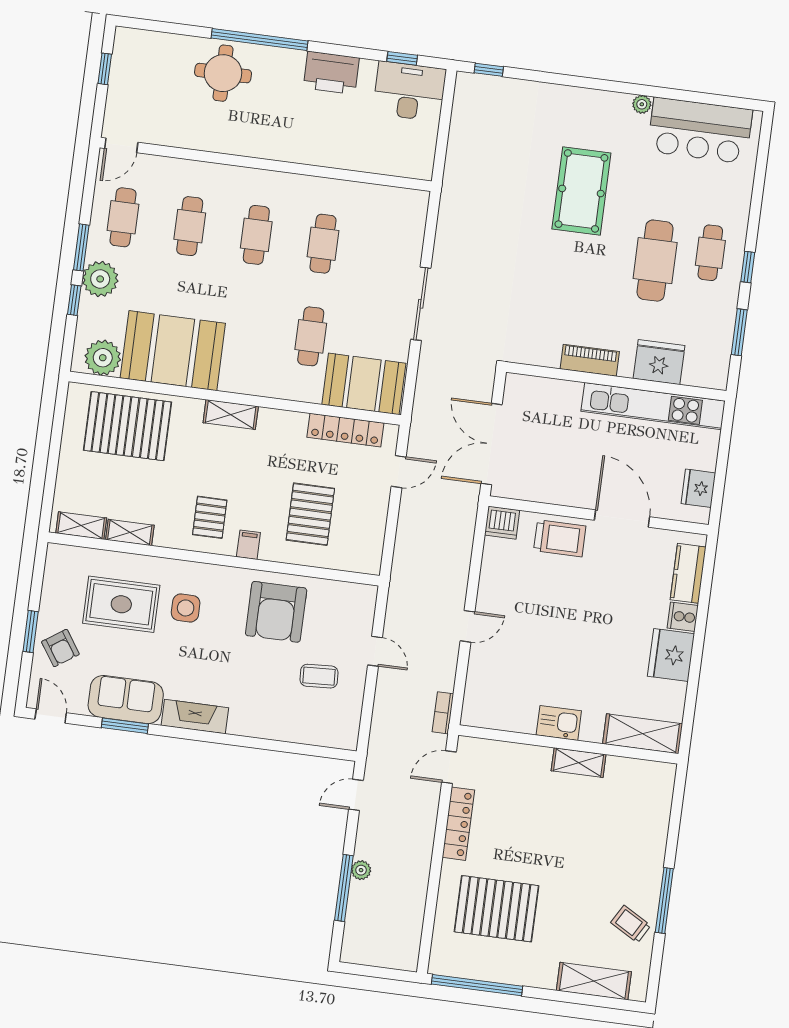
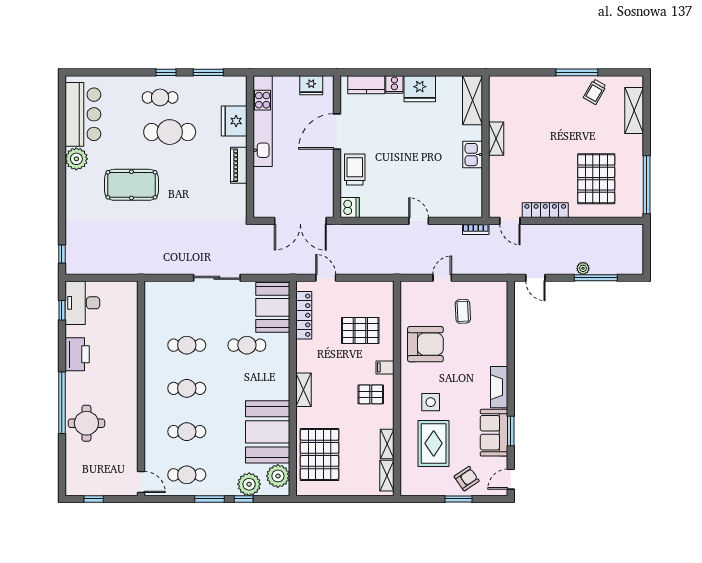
plant: (642, 104) -> (76, 159), width x1.88, depth x1.88
plant: (100, 279) -> (249, 484), moved

